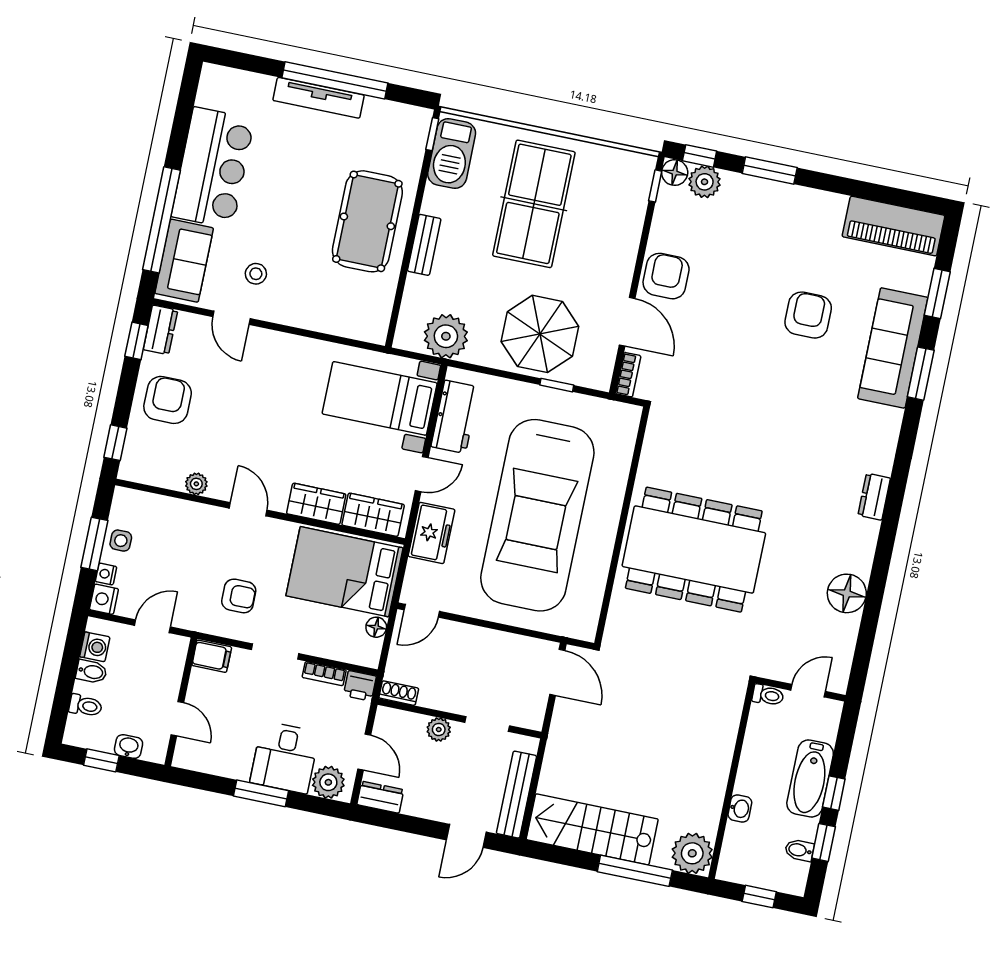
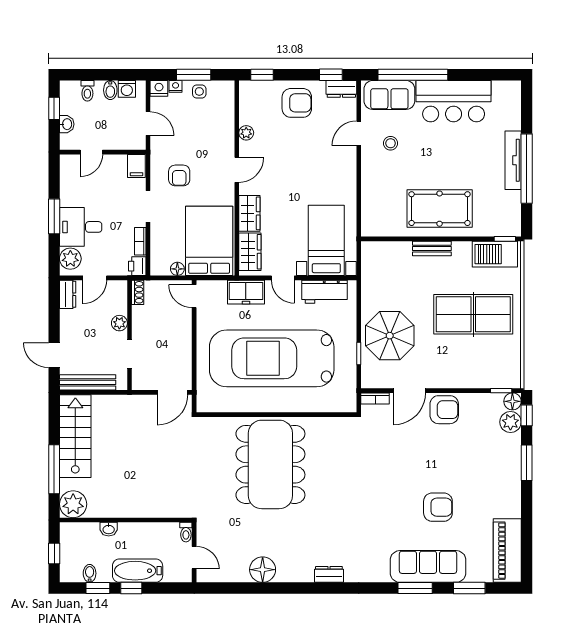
plant: (446, 336) -> (376, 275), removed

